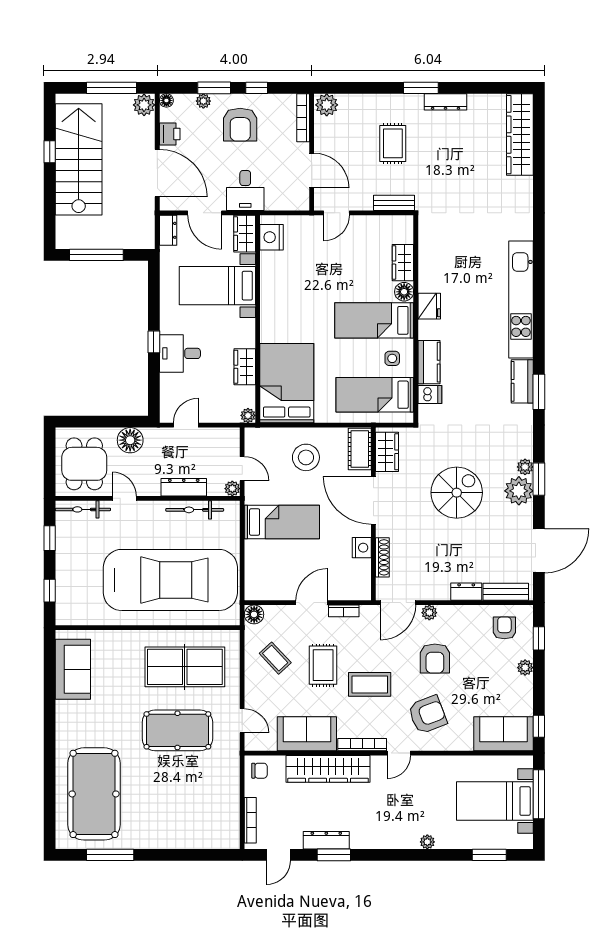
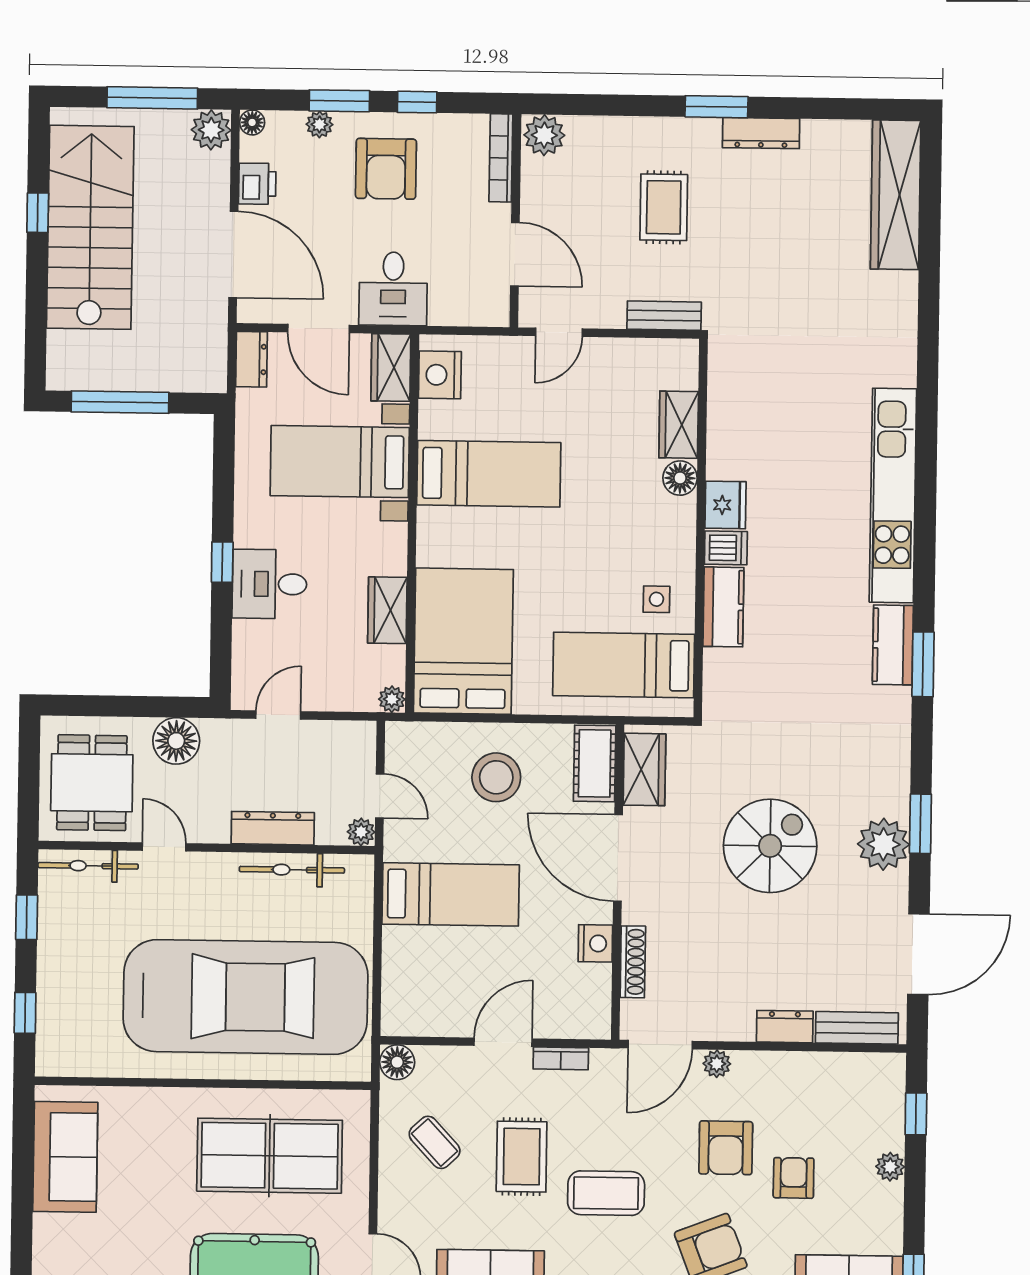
bed: (374, 320) -> (489, 474), moved, turned 180
dishwasher: (430, 394) -> (726, 548), moved
plant: (525, 467) -> (896, 801), removed
armchair: (504, 628) -> (794, 1178), moved

